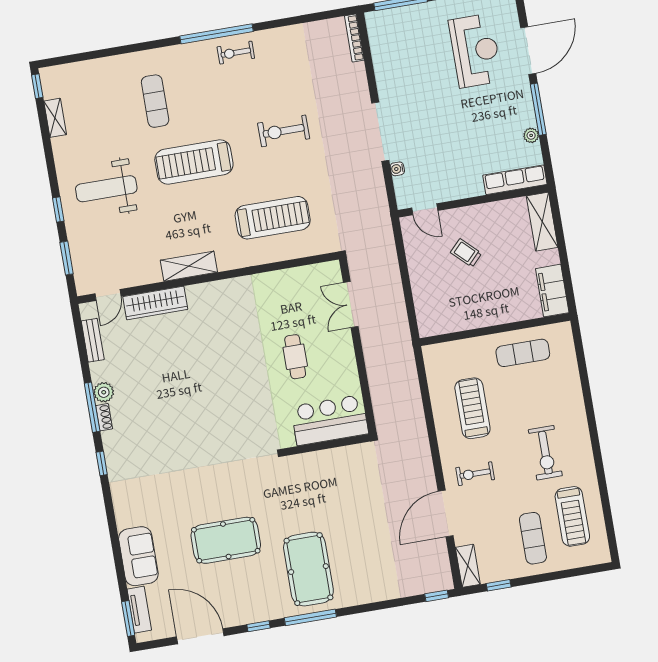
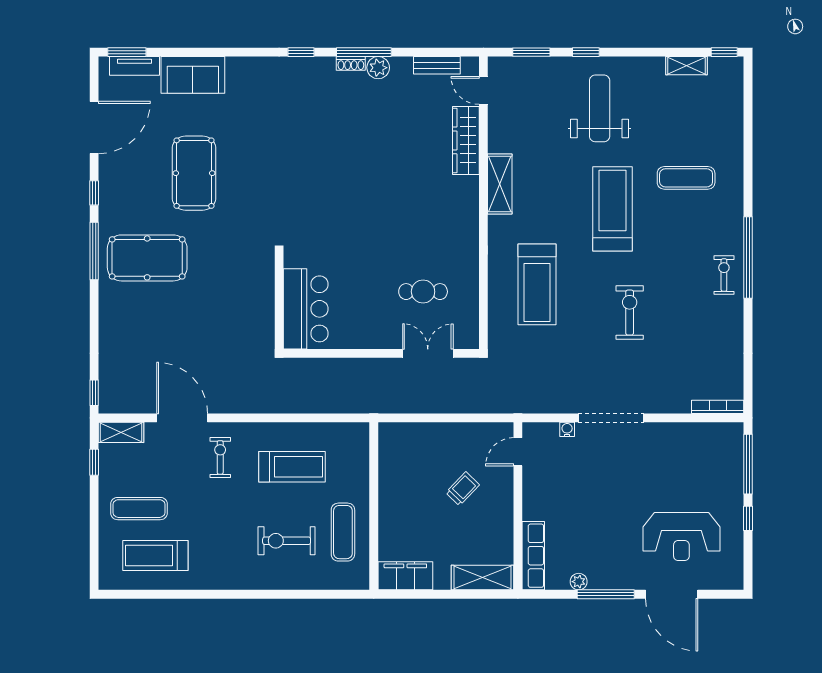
cafe table: (295, 357) -> (423, 292), moved
exercise bike: (545, 453) -> (287, 541), moved

